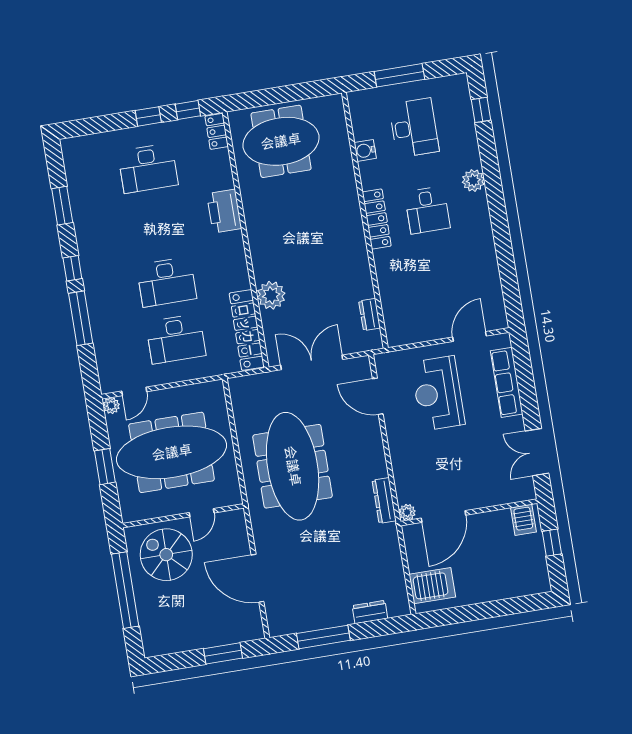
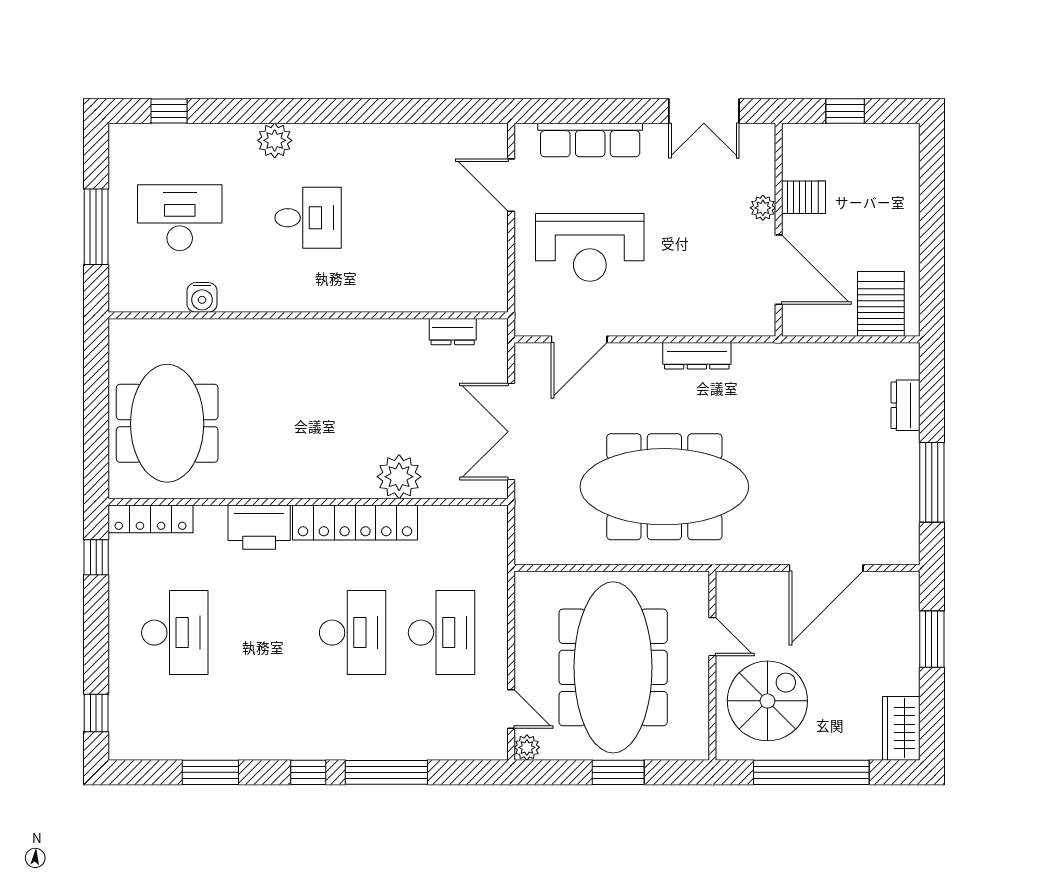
window: (148, 116) -> (96, 713), moved
locker: (217, 131) -> (151, 519), width x1.53
locker: (377, 219) -> (309, 297), removed
locker: (247, 330) -> (355, 522), moved
dresser: (384, 501) -> (697, 356), moved
plant: (407, 512) -> (763, 208), moved
server rack: (523, 520) -> (803, 197), moved
spiral stairs: (166, 555) -> (767, 701), turned 180
wardrobe: (163, 643) -> (901, 728), added

